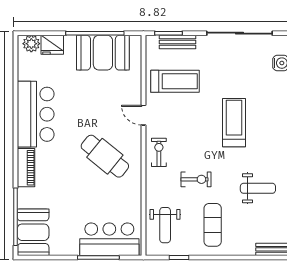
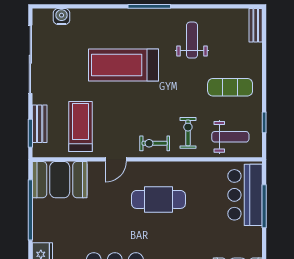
booth: (103, 53) -> (60, 180), moved, turned 90
treadmill: (234, 123) -> (124, 65), width x1.37, depth x1.38
cafe table: (105, 156) -> (159, 199), turned 51
exercise bike: (196, 179) -> (188, 133), moved

